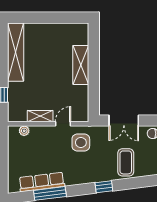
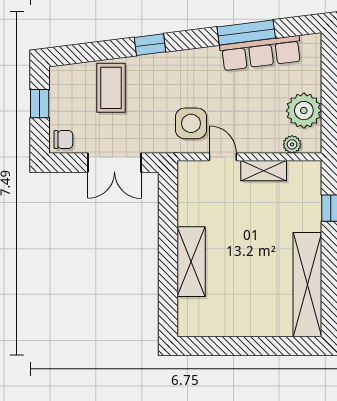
double door: (124, 120) -> (114, 163), swing flipped
door: (63, 124) -> (223, 157), swing flipped
plant: (18, 150) -> (304, 111), added

